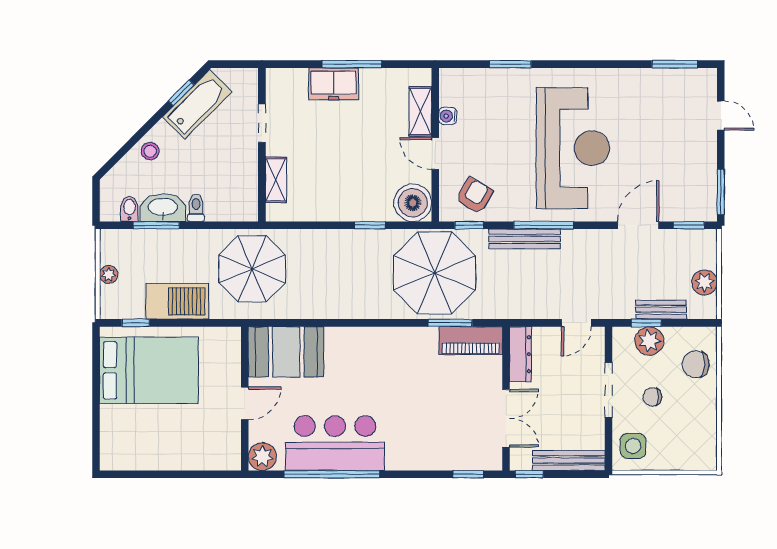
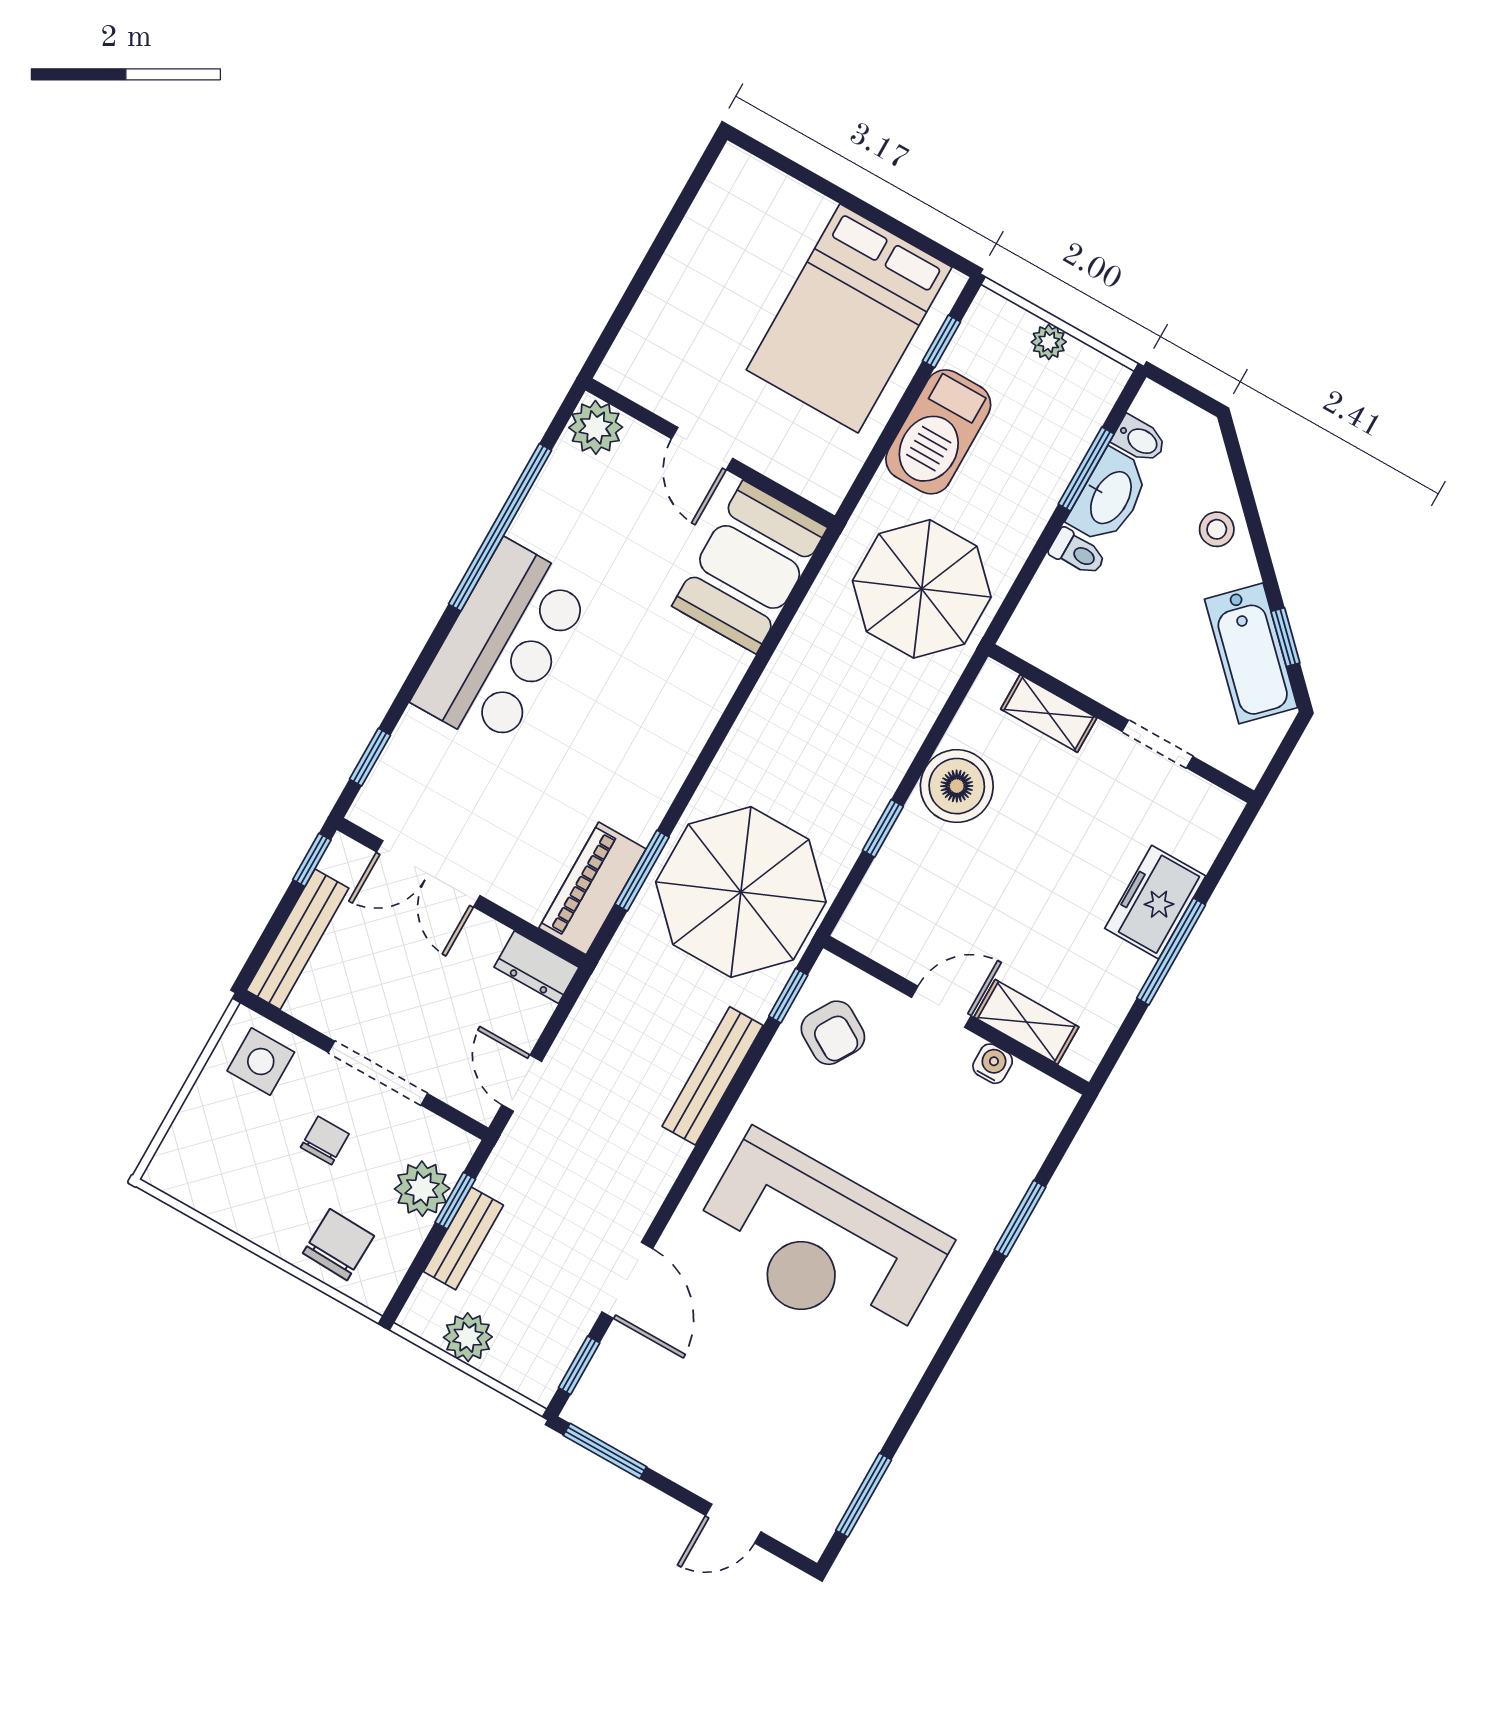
boiler: (413, 203) -> (957, 786), moved
window: (544, 225) -> (717, 1121), removed
dresser: (520, 354) -> (537, 967), width x0.70
bar counter: (335, 443) -> (502, 645), moved

